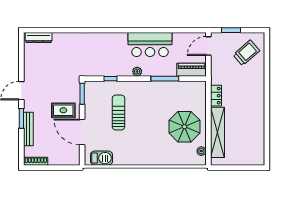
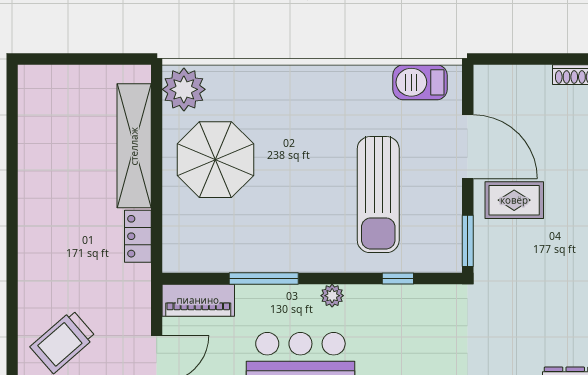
sun lounger: (118, 113) -> (378, 195), width x1.36, depth x1.34
plant: (201, 151) -> (184, 89), width x1.88, depth x1.88

